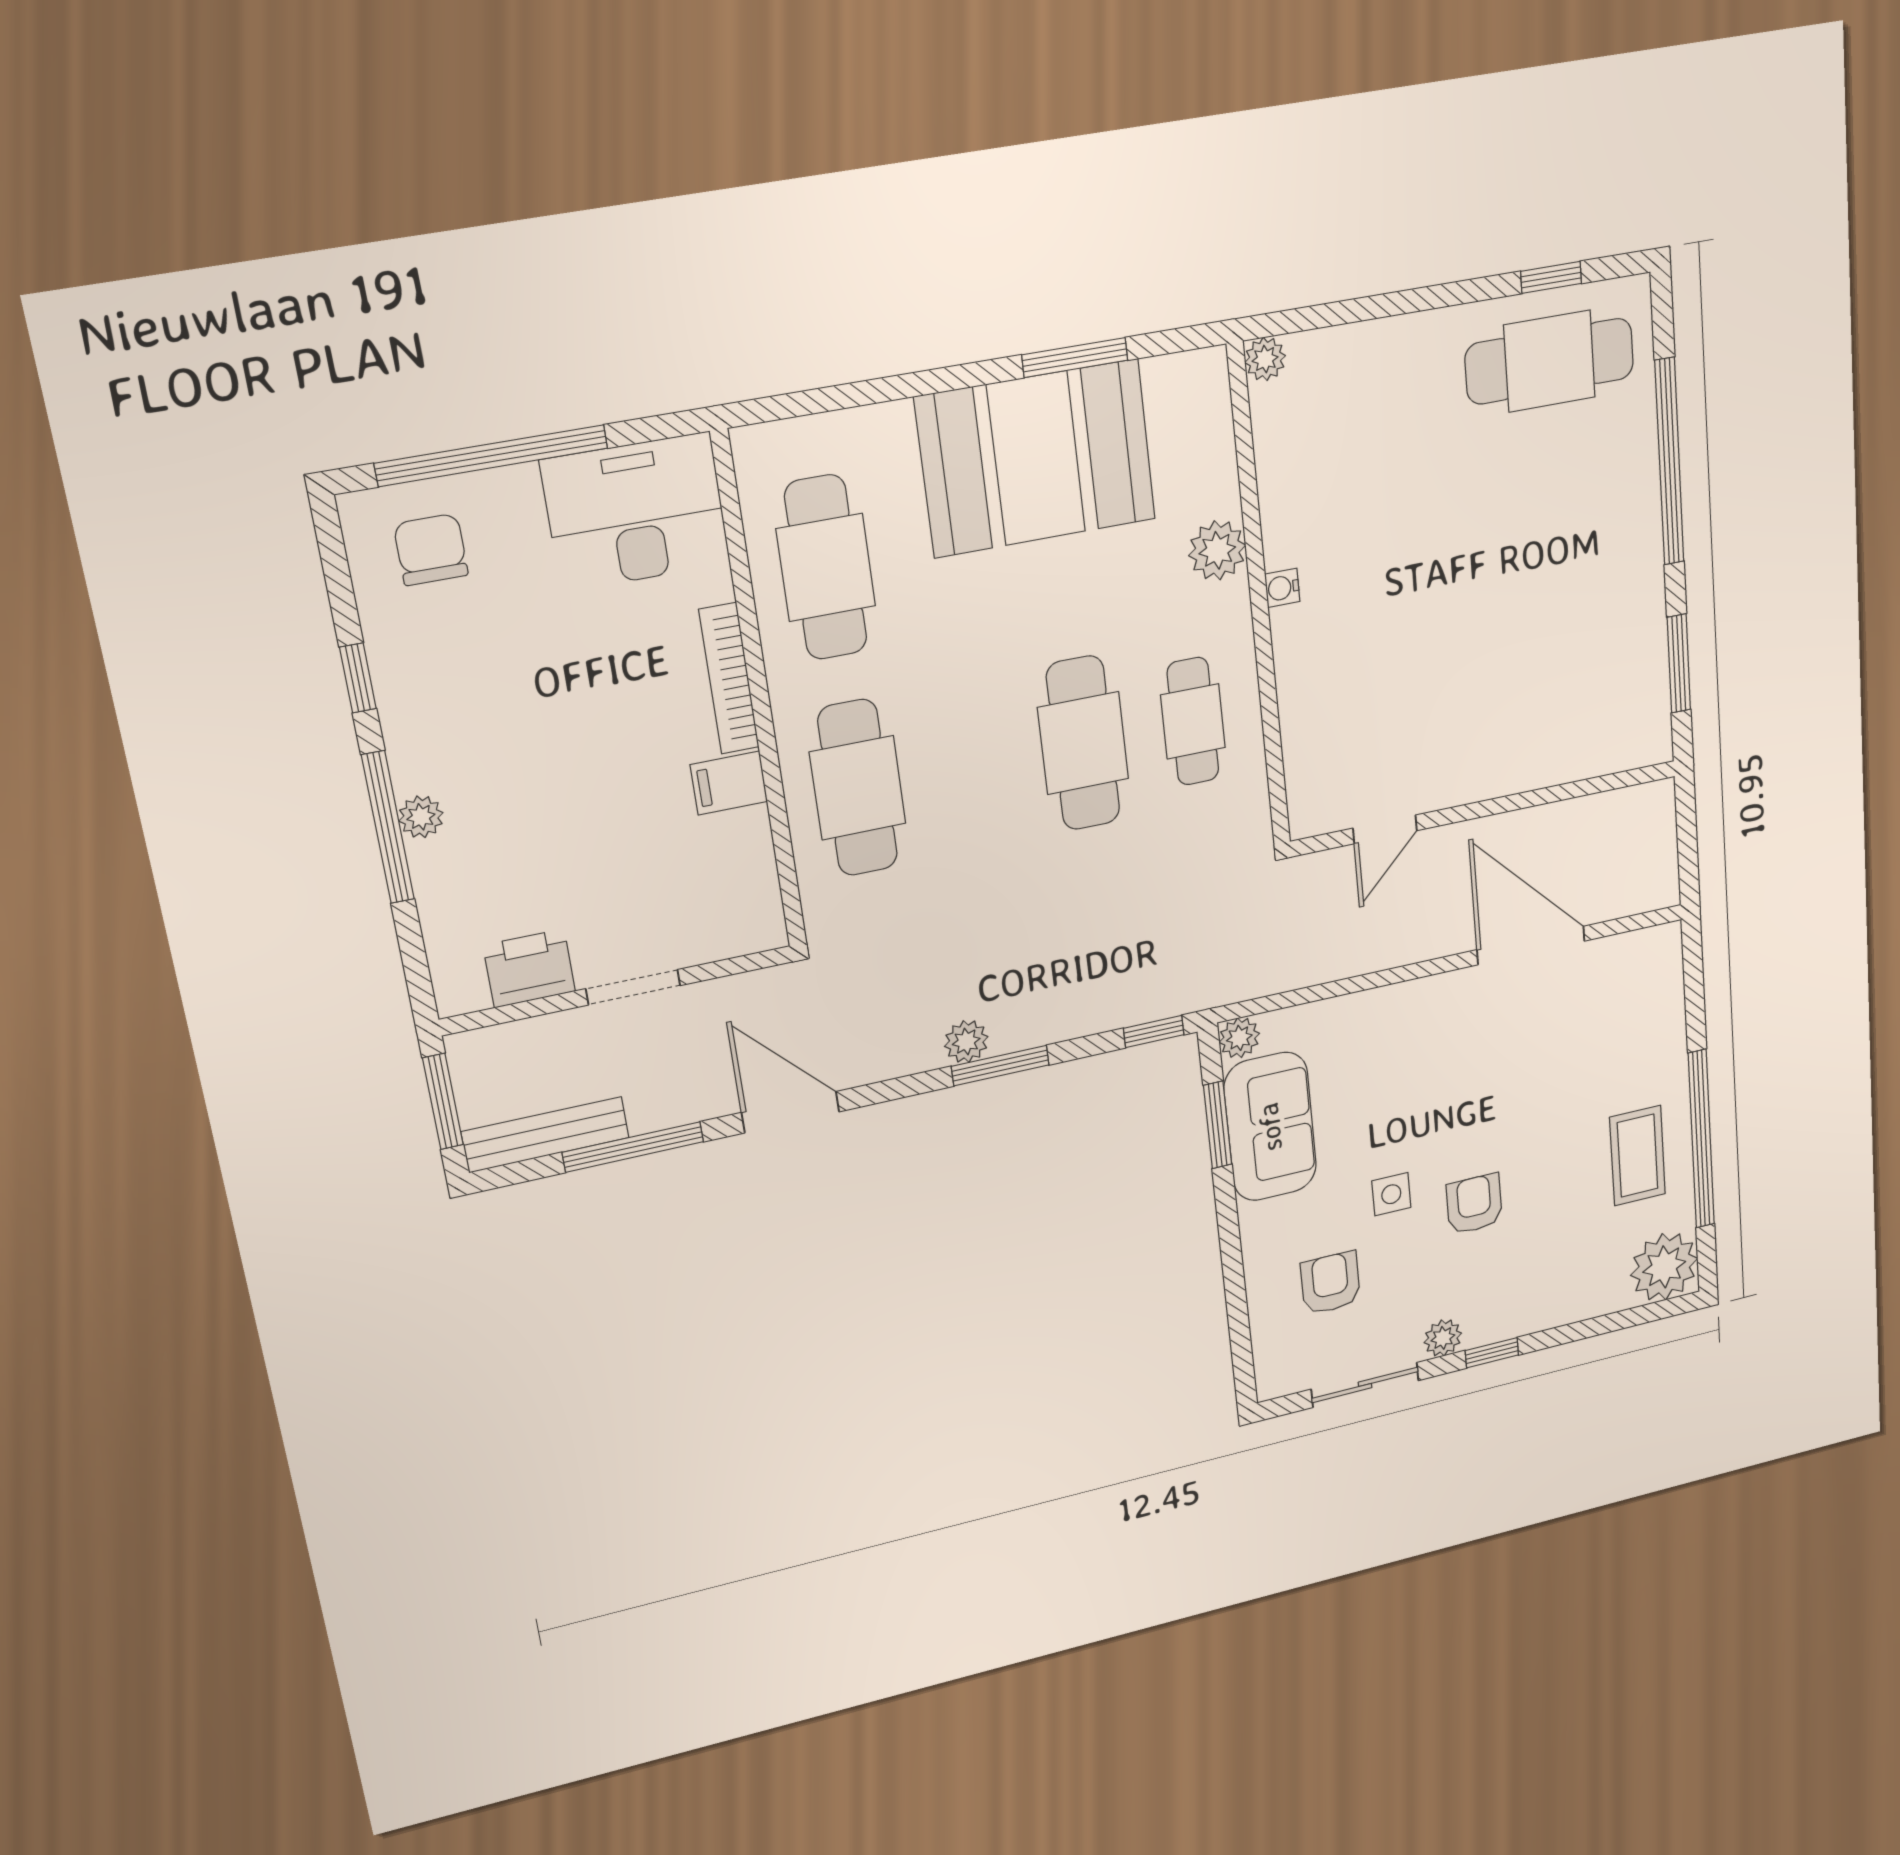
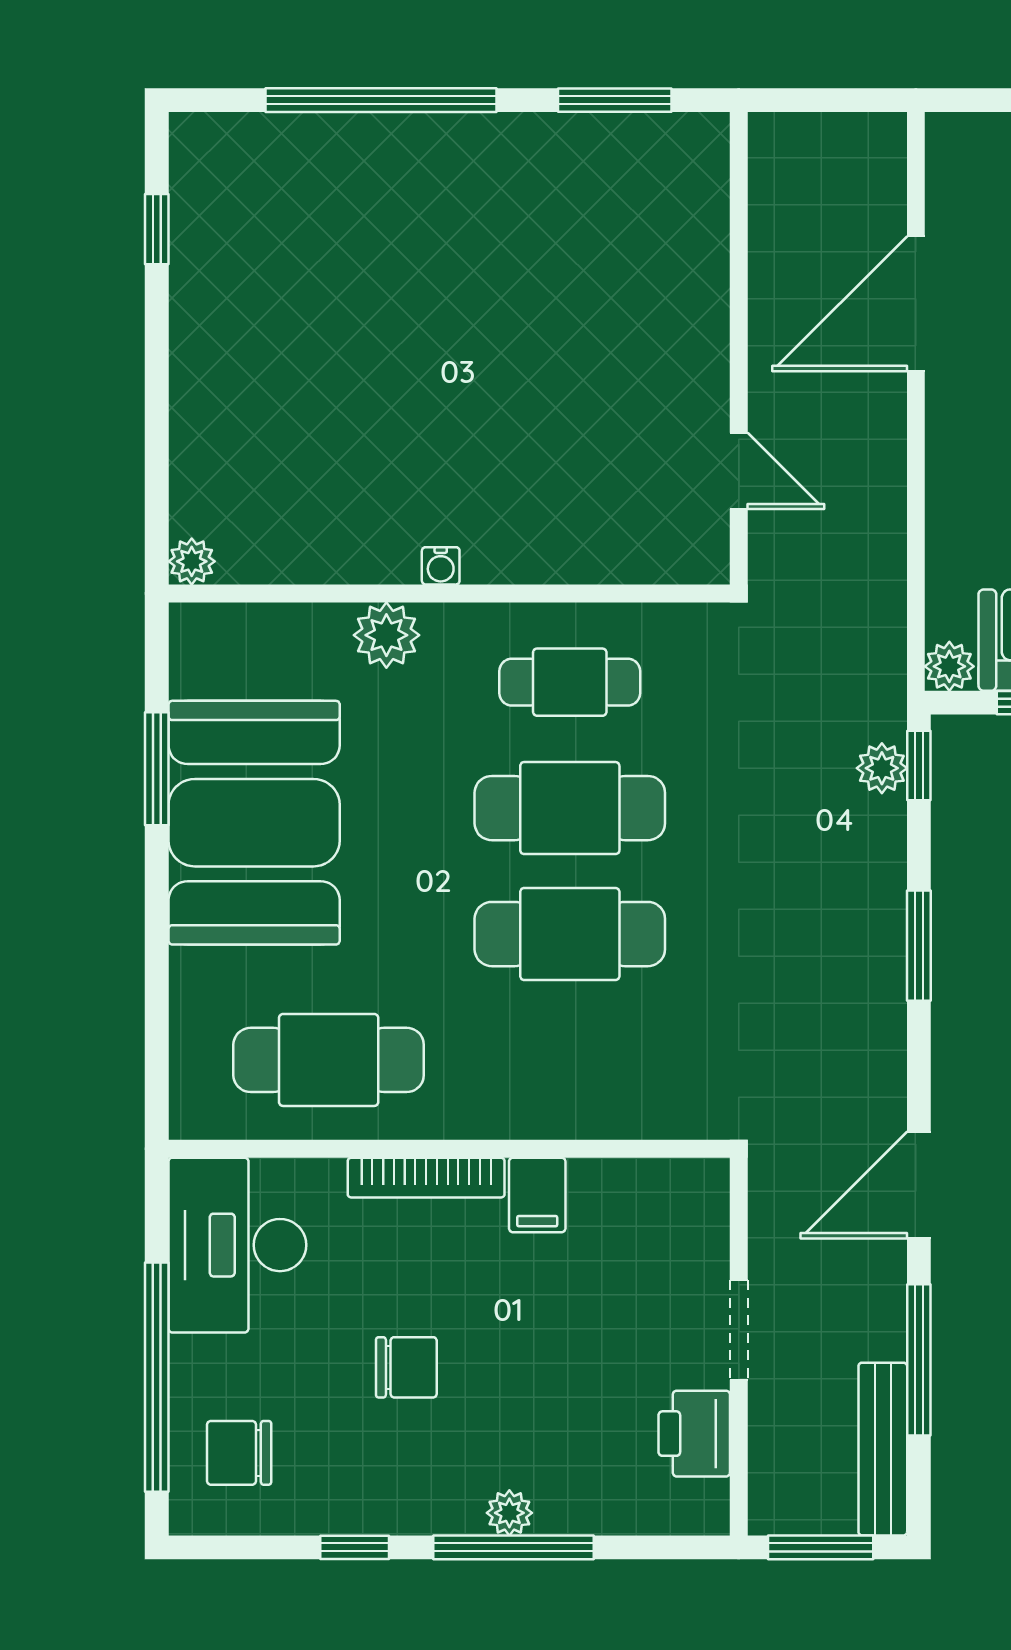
cafe table: (1550, 361) -> (246, 237), removed
chair: (545, 694) -> (406, 1367), added
cafe table: (858, 788) -> (570, 934), moved
plant: (966, 1042) -> (882, 768), moved

